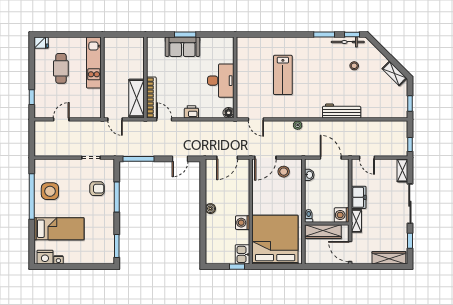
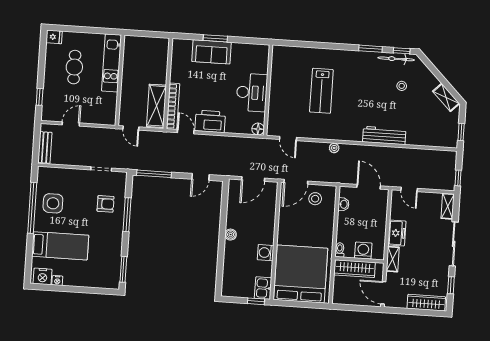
printer: (191, 112) -> (210, 121), width x1.87, depth x1.48
bench: (39, 142) -> (45, 147), added
washing machine: (342, 215) -> (363, 251), moved, turned 90

